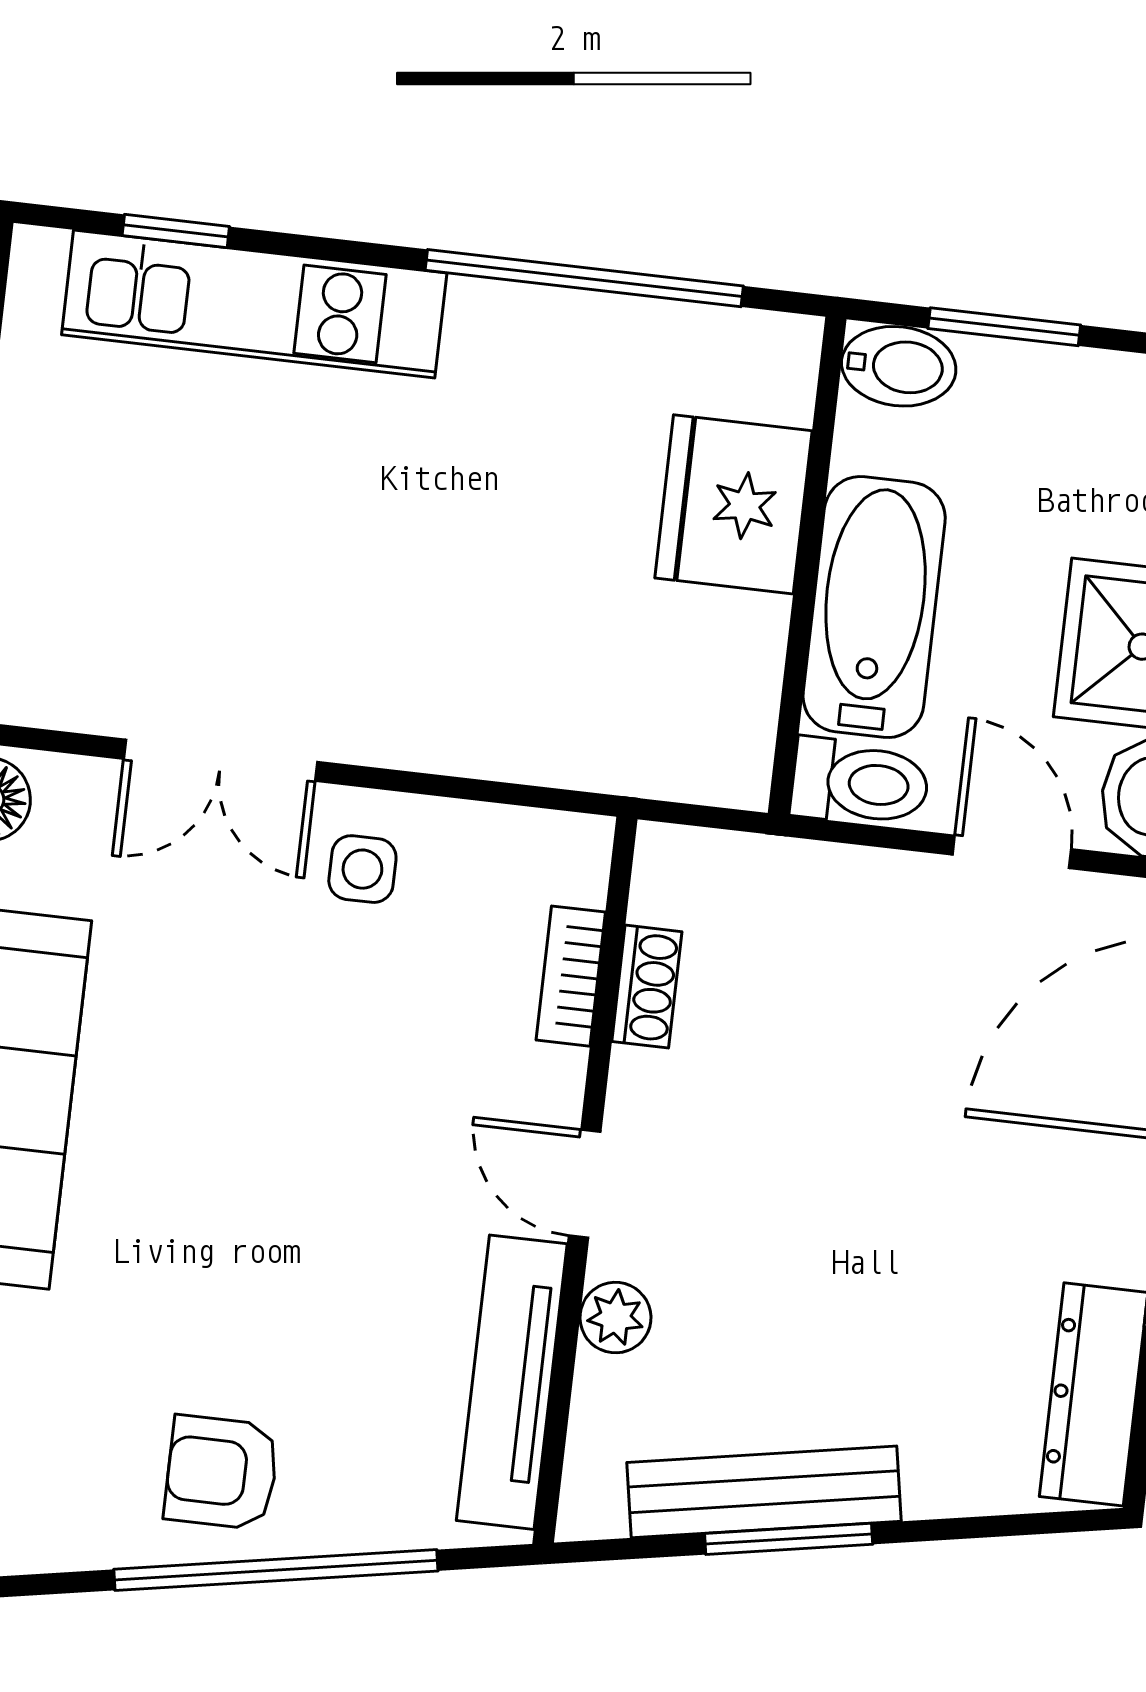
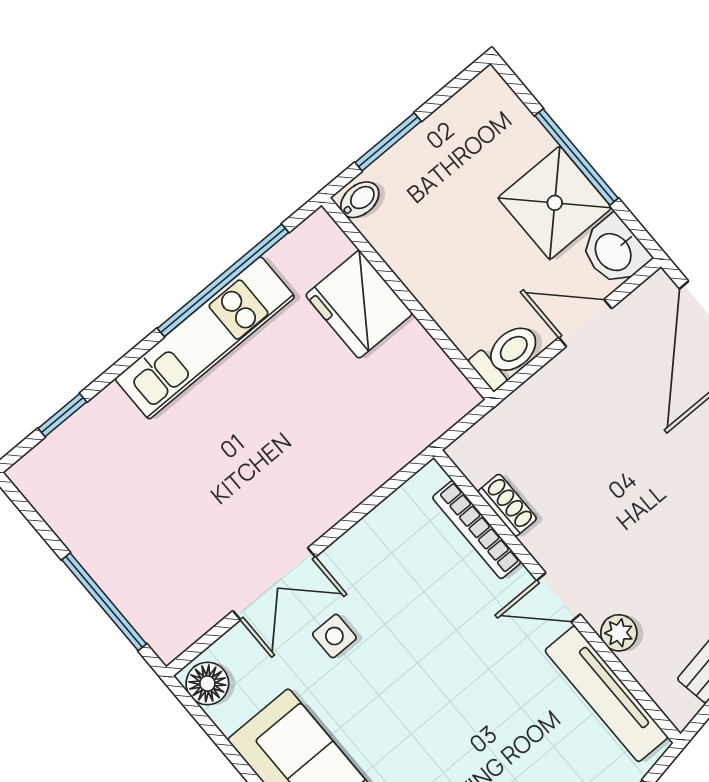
kitchen unit: (254, 304) -> (205, 338), moved
bidet: (899, 366) -> (360, 200), width x0.72, depth x0.74
bathtub: (874, 607) -> (446, 288), removed
side table: (362, 869) -> (334, 636), moved
bookcase: (571, 976) -> (477, 530), width x1.56

